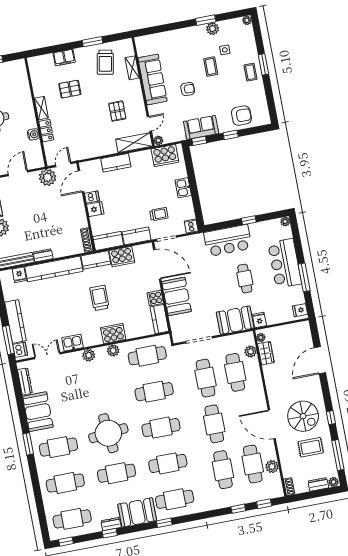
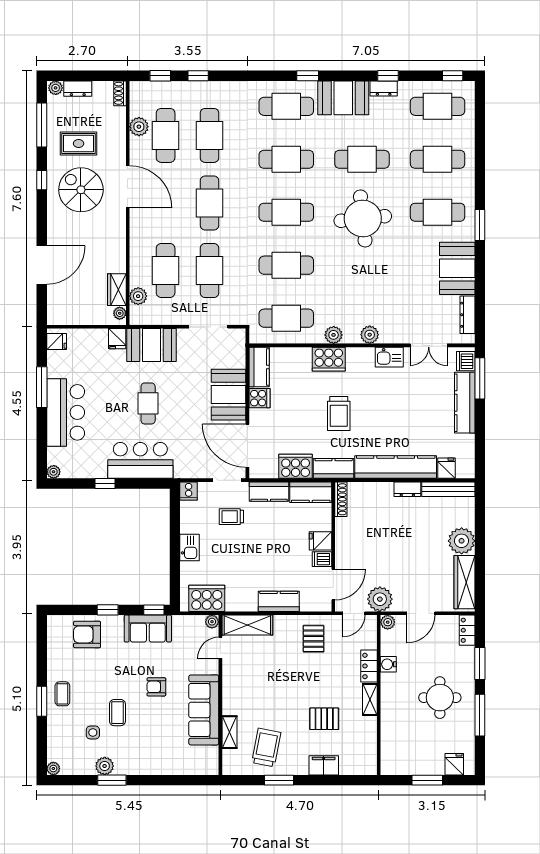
pallet: (117, 111) -> (314, 639), moved
plant: (39, 163) -> (388, 622), added
cafe table: (245, 279) -> (148, 403), moved

